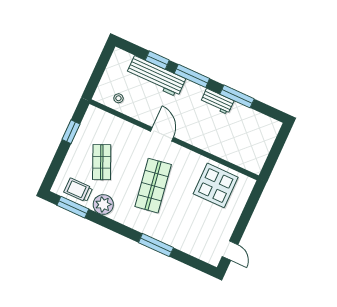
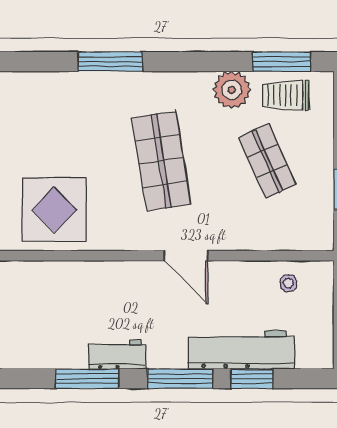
trolley: (78, 190) -> (286, 95), turned 180

